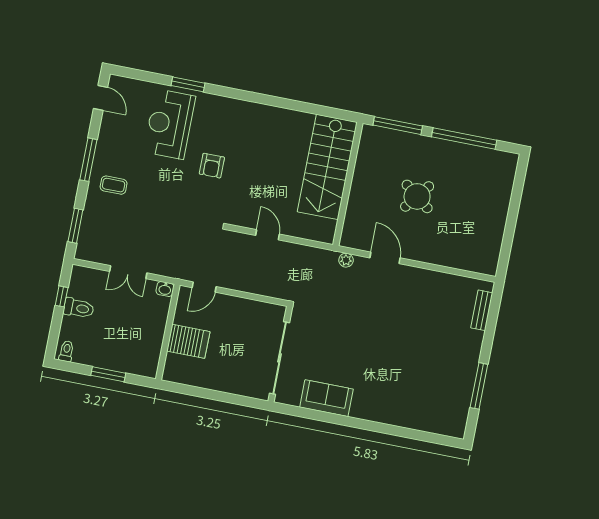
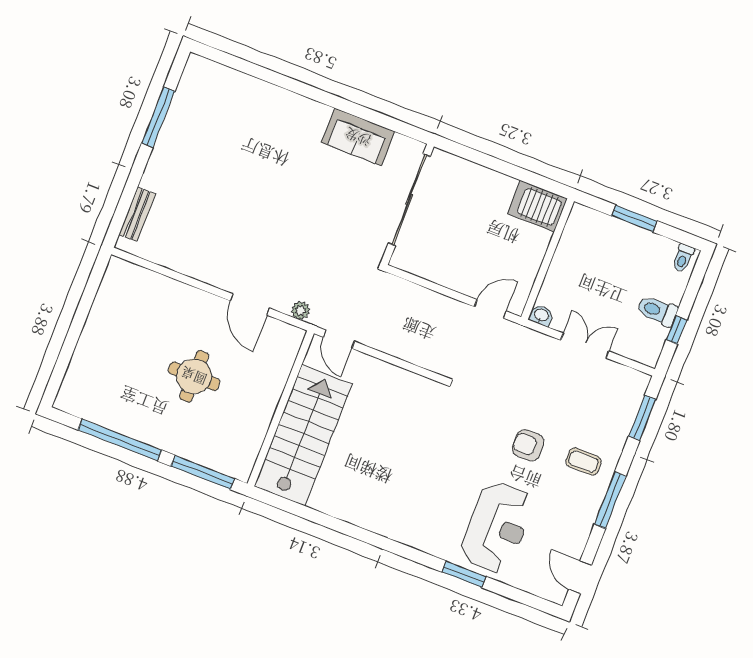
armchair: (212, 166) -> (528, 445), moved, turned -90
round table: (417, 196) -> (194, 376), turned -38
door: (267, 235) -> (339, 339), moved
server rack: (188, 341) -> (537, 206), moved

